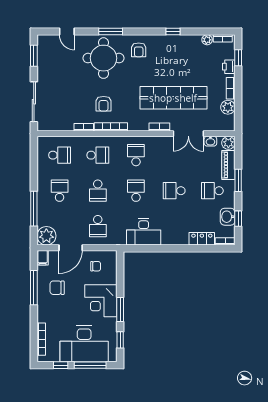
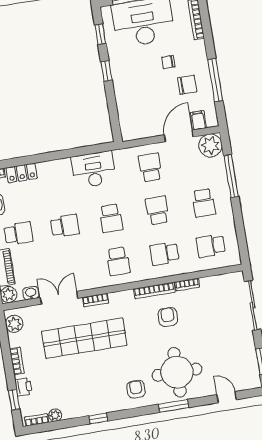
plant: (228, 107) -> (14, 324), moved
filing cabinet: (43, 258) -> (198, 120), moved
chair: (96, 266) -> (168, 62), moved
corner desk: (101, 301) -> (132, 78), removed
window: (120, 310) -> (106, 71), width x0.67

